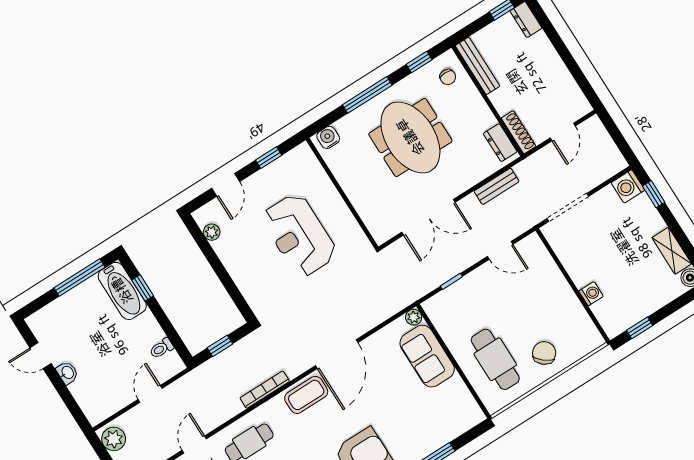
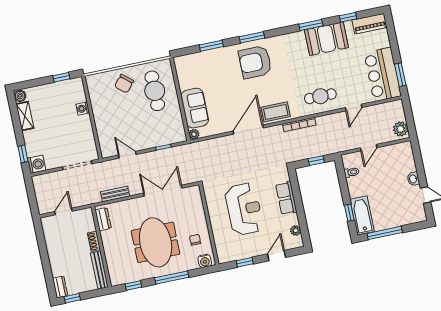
chair: (448, 77) -> (195, 240), moved
shoe rack: (518, 132) -> (94, 241), moved, width x0.70
row of seats: (243, 274) -> (286, 198), added

